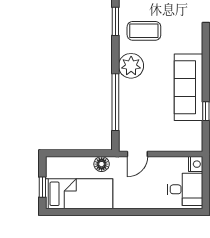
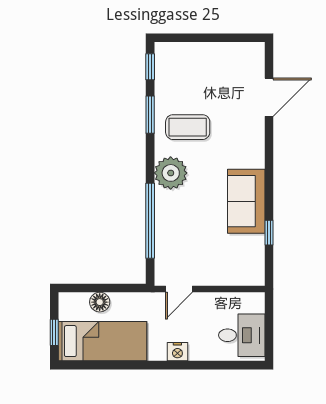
sofa: (189, 87) -> (246, 201), width x0.73
floor lamp: (102, 164) -> (100, 302), moved
nightstand: (196, 164) -> (177, 352), moved, turned 90

